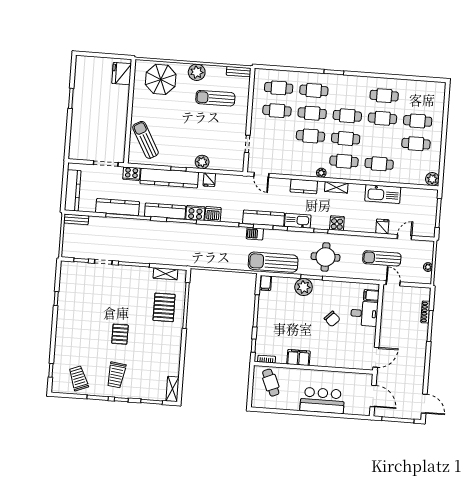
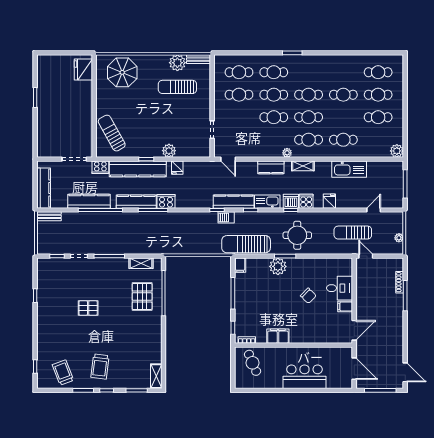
plant: (197, 72) -> (177, 63), moved
cafe table: (384, 96) -> (378, 72), moved
dishwasher: (213, 214) -> (291, 201), moved
fridge: (382, 226) -> (329, 201), moved
filing cabinet: (371, 295) -> (345, 306), moved
pallet: (120, 334) -> (88, 308), moved, turned 90

